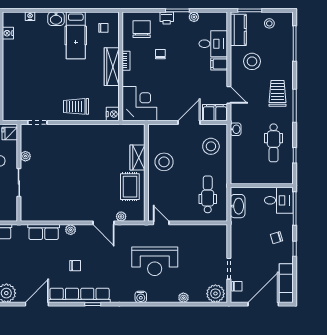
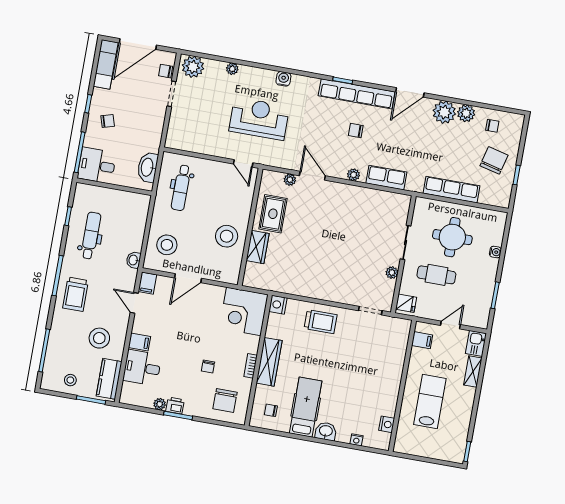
printer: (167, 18) -> (175, 405), moved
filing cabinet: (215, 113) -> (147, 283), width x0.50

